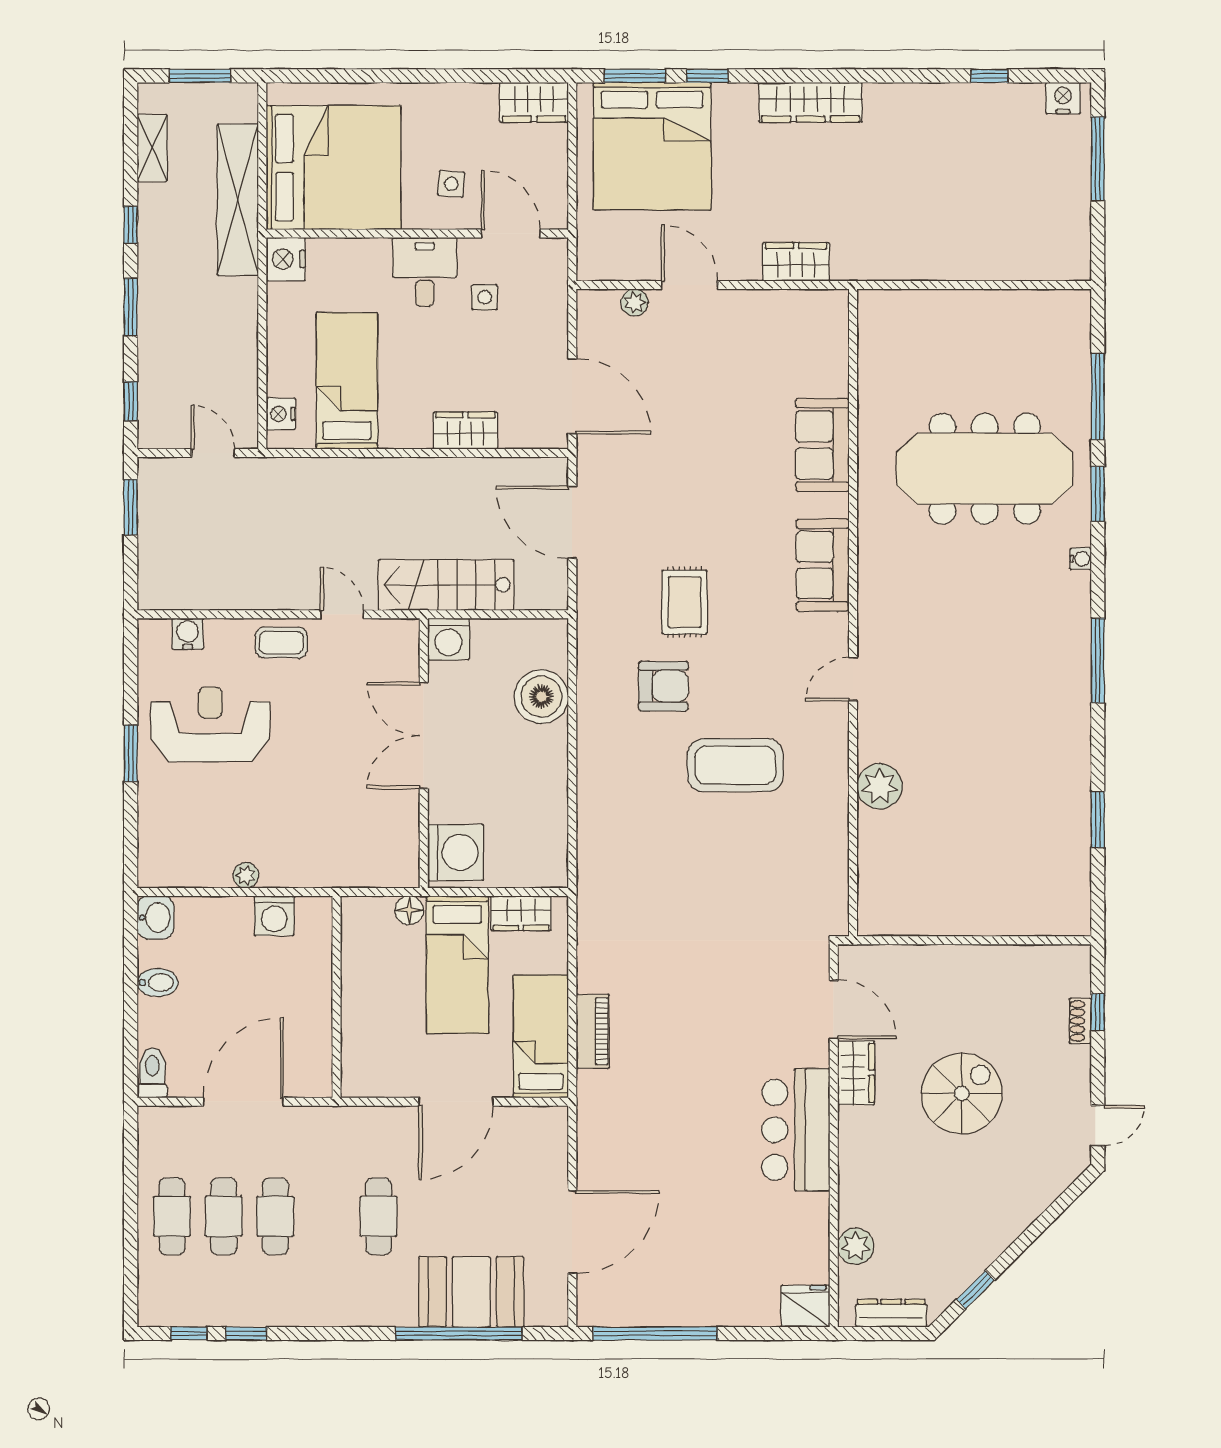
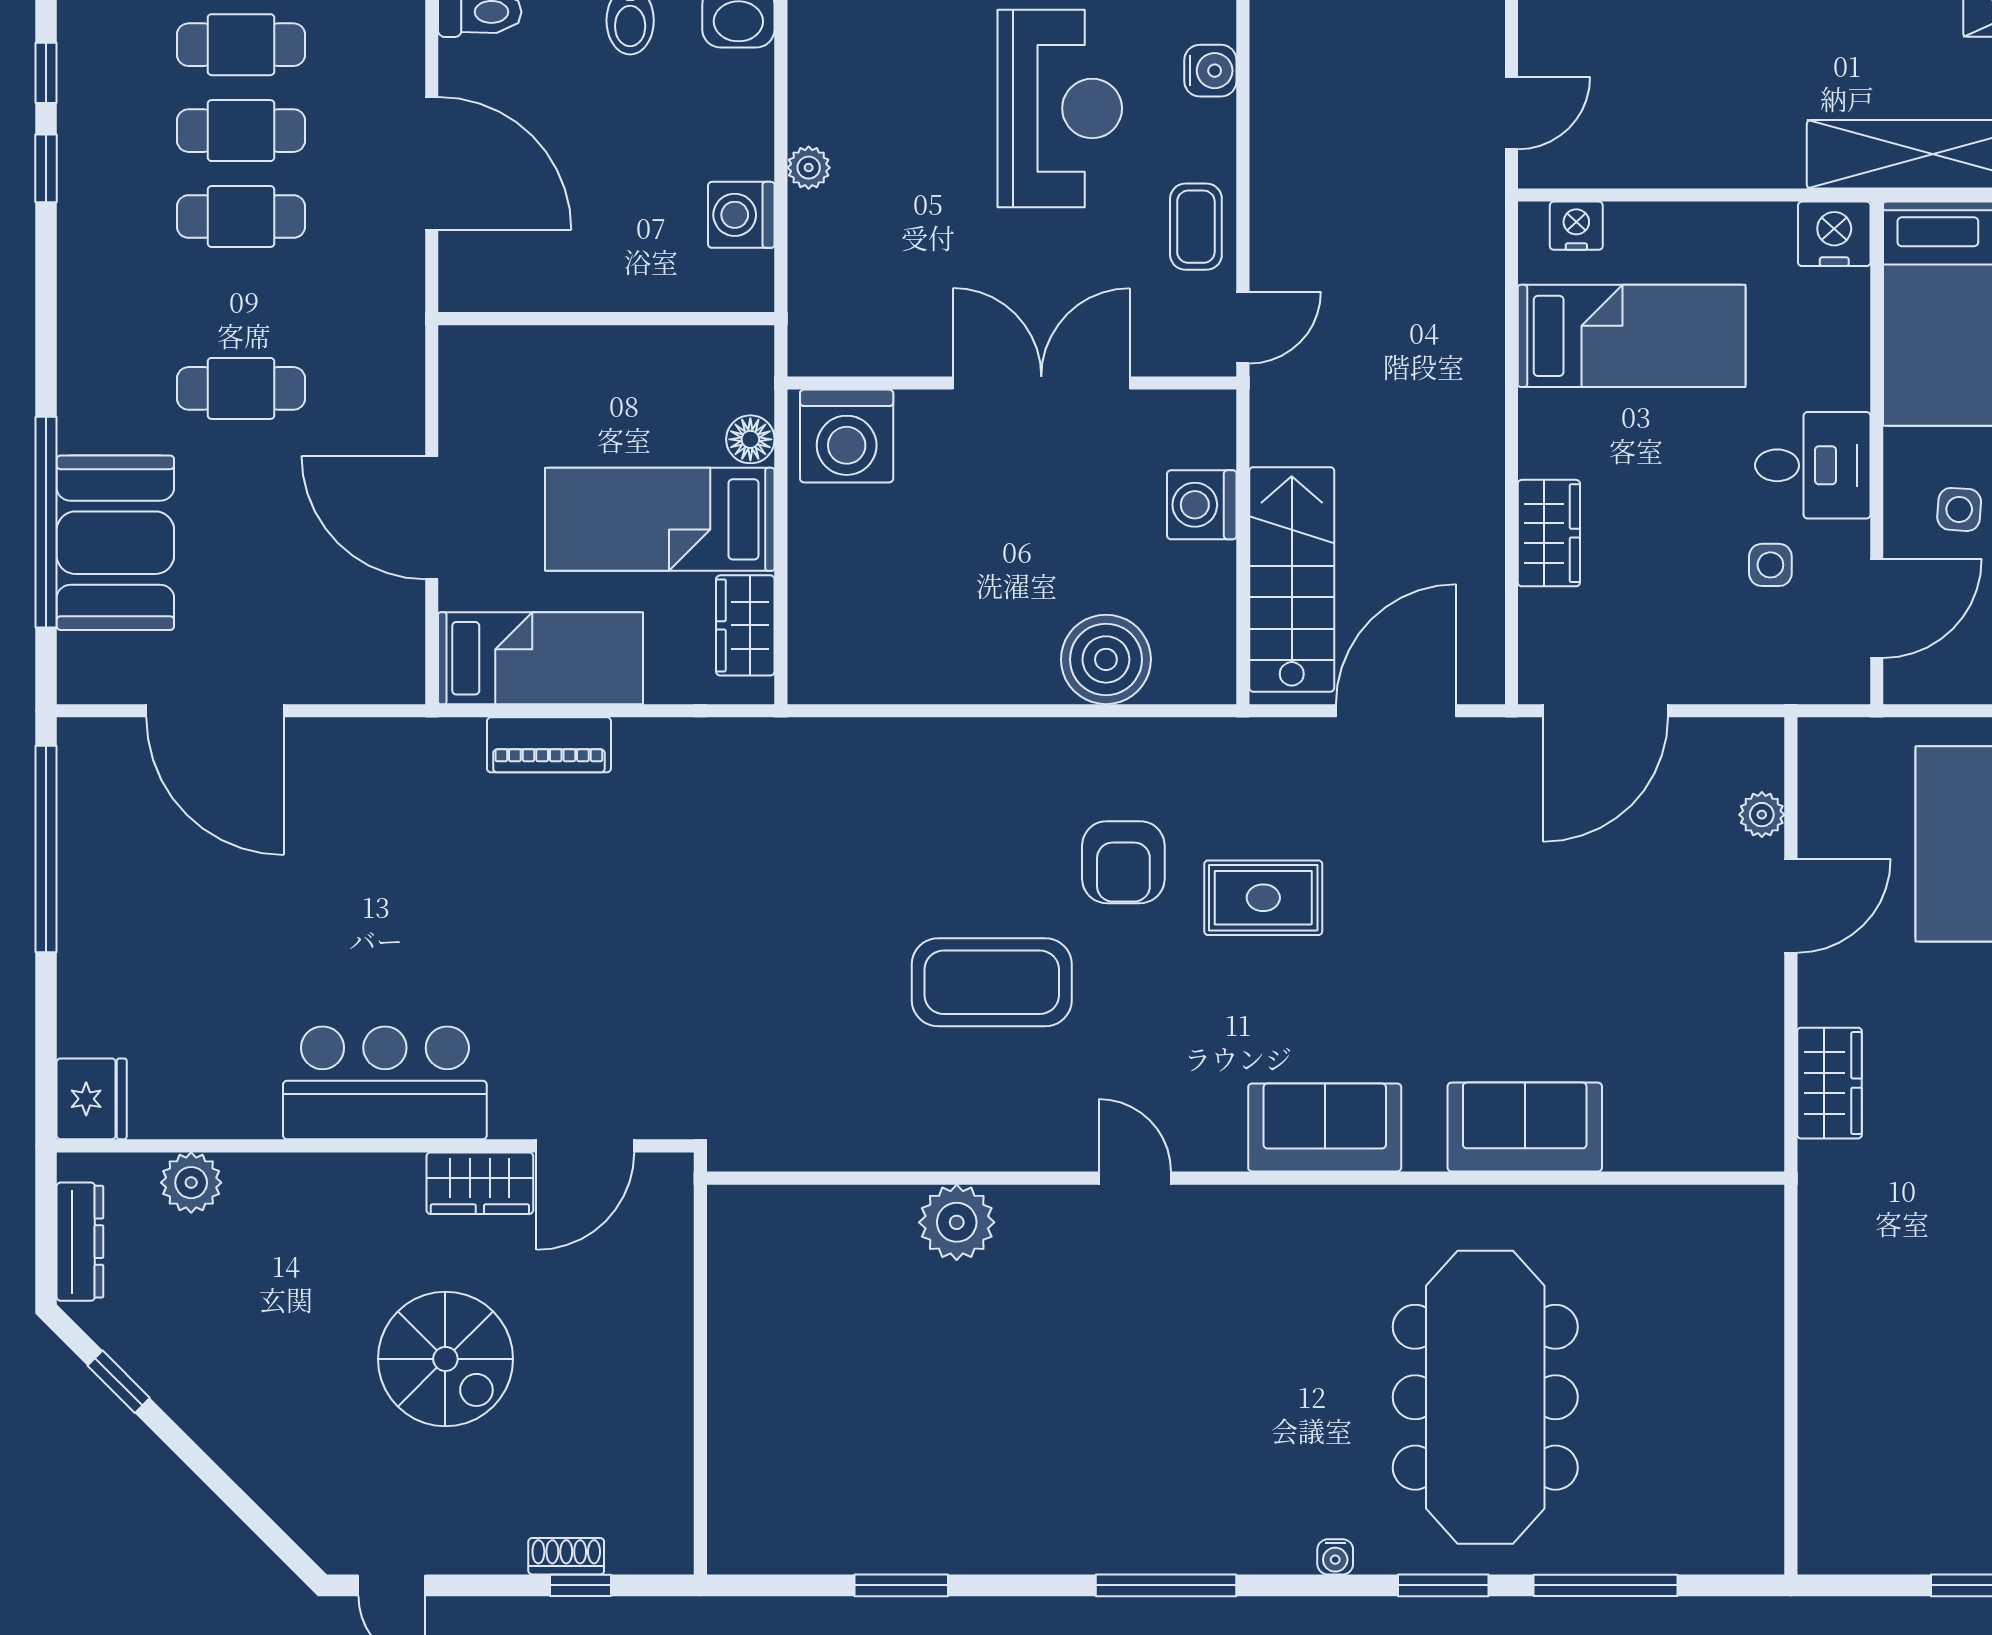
stairs: (446, 585) -> (1292, 579), moved
double door: (424, 735) -> (1041, 383), moved
wall: (424, 753) -> (1012, 383), moved
coffee table: (735, 765) -> (992, 982), turned 90
washing machine: (456, 852) -> (847, 436), moved

